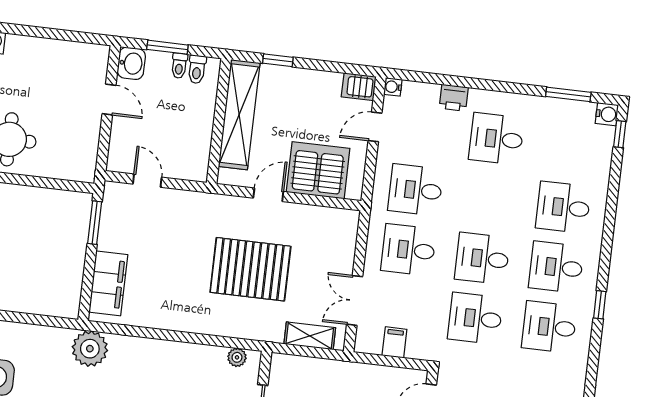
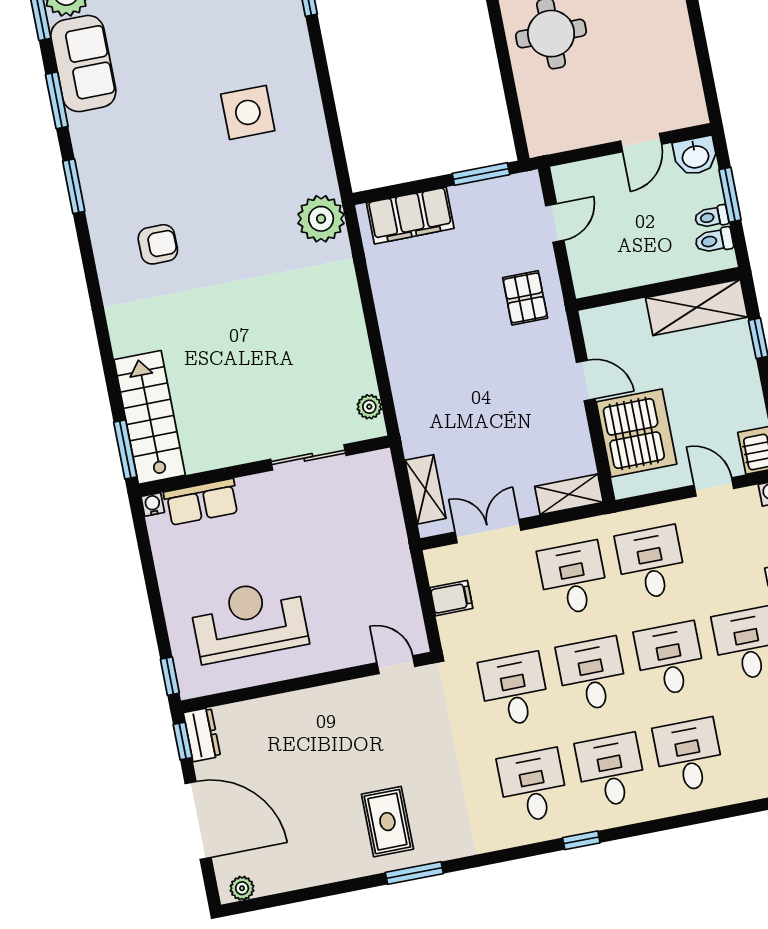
shelving: (239, 115) -> (697, 307), width x0.68
desk: (489, 199) -> (670, 659), added
shelving: (347, 233) -> (569, 494), added
pallet: (250, 269) -> (525, 298), moved, width x0.49, depth x0.50

